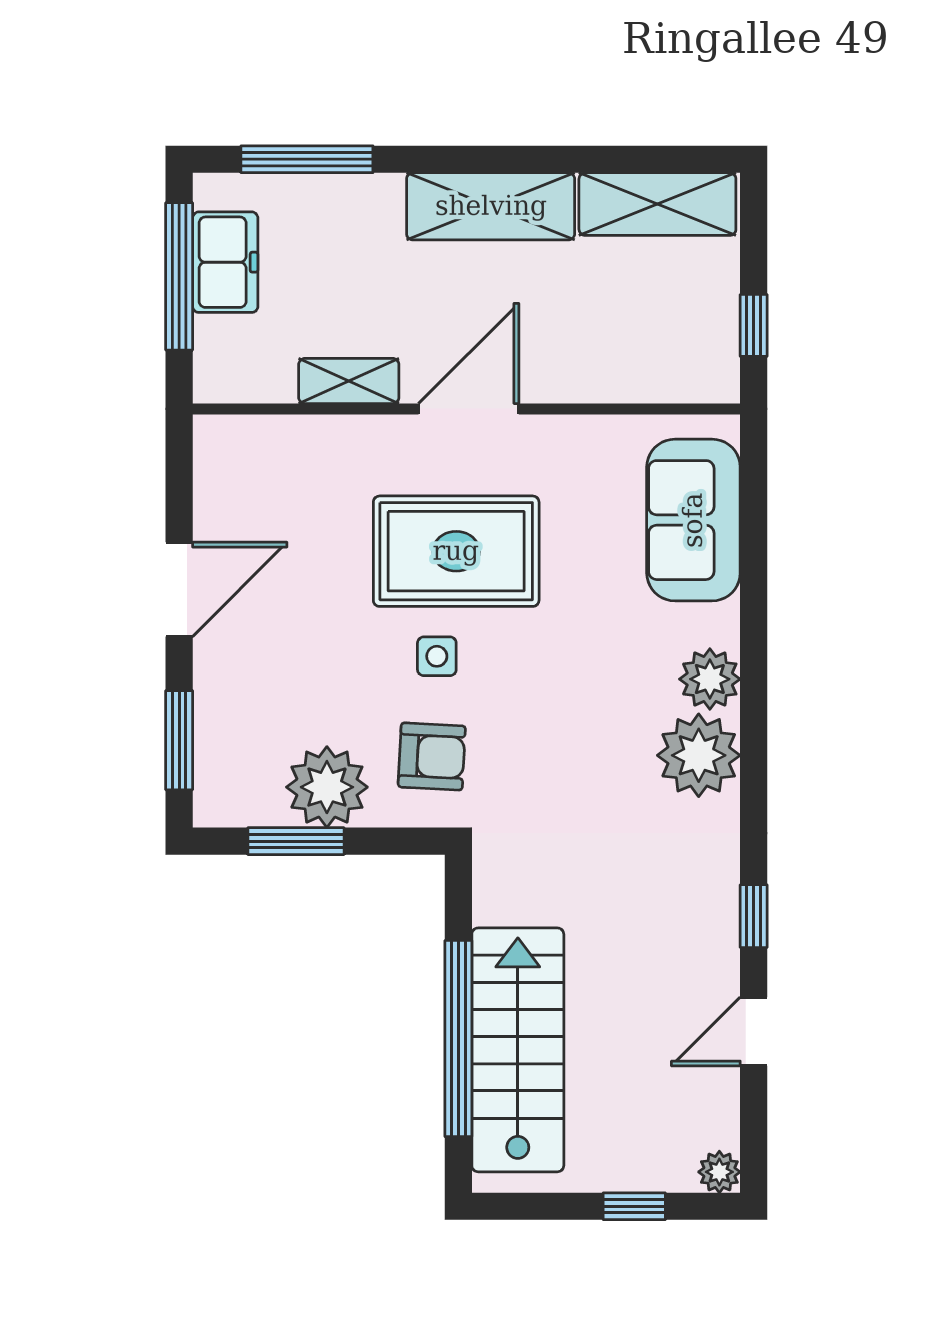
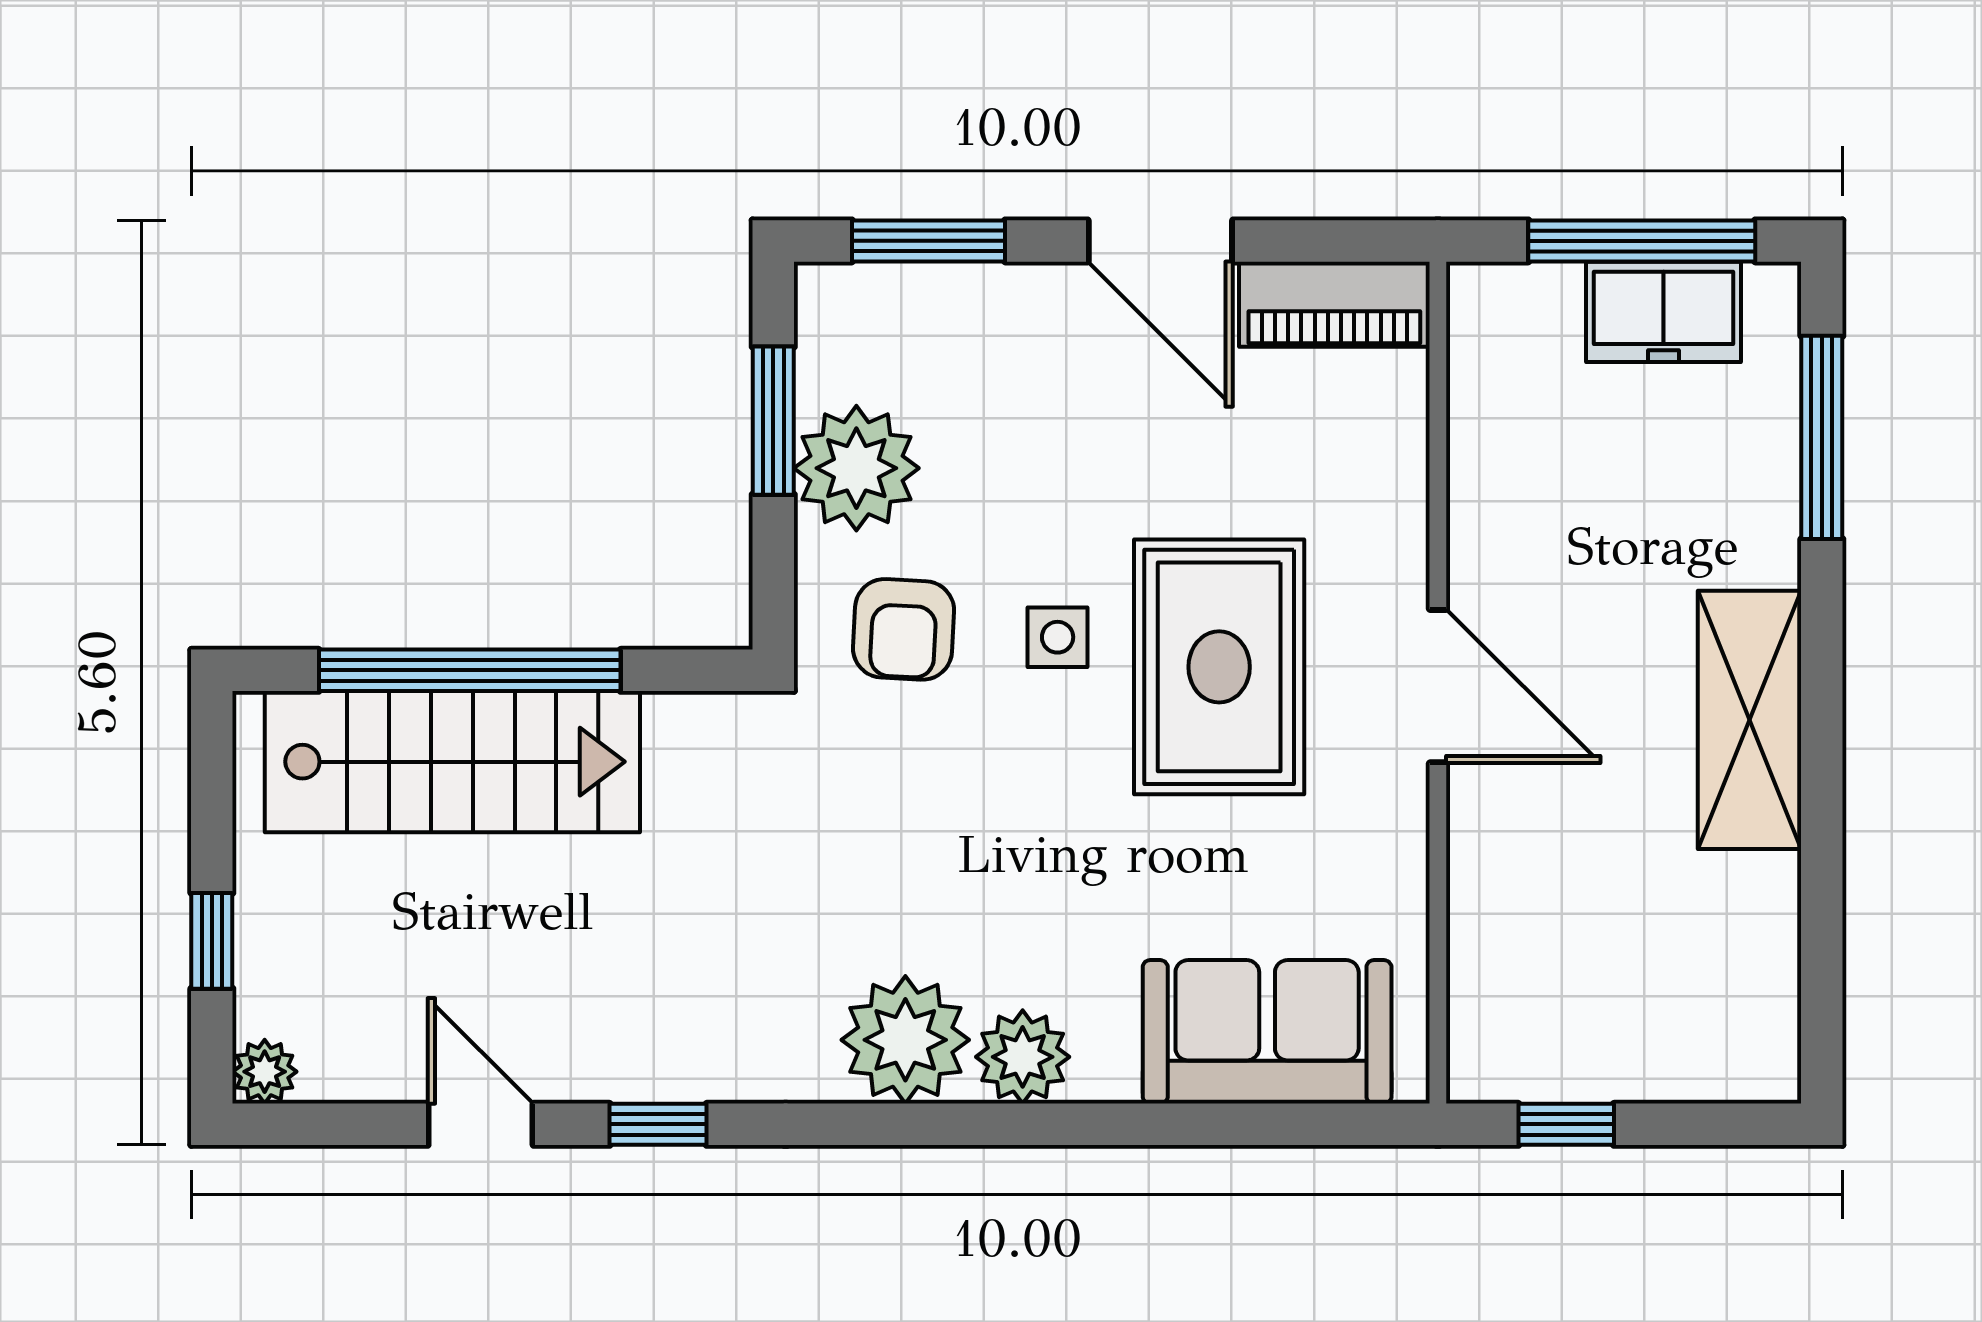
shelving: (657, 204) -> (1753, 976), removed
shelving: (349, 381) -> (1481, 502), removed
piano: (220, 476) -> (1334, 304), added

